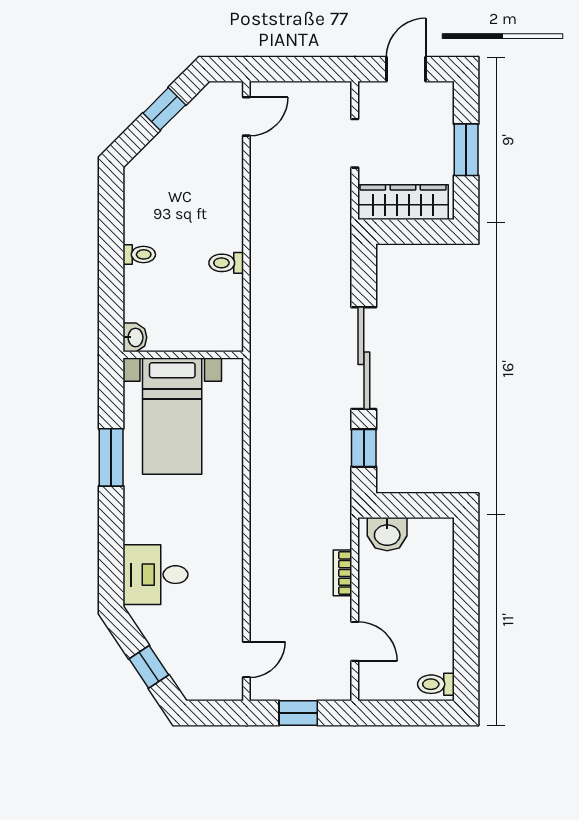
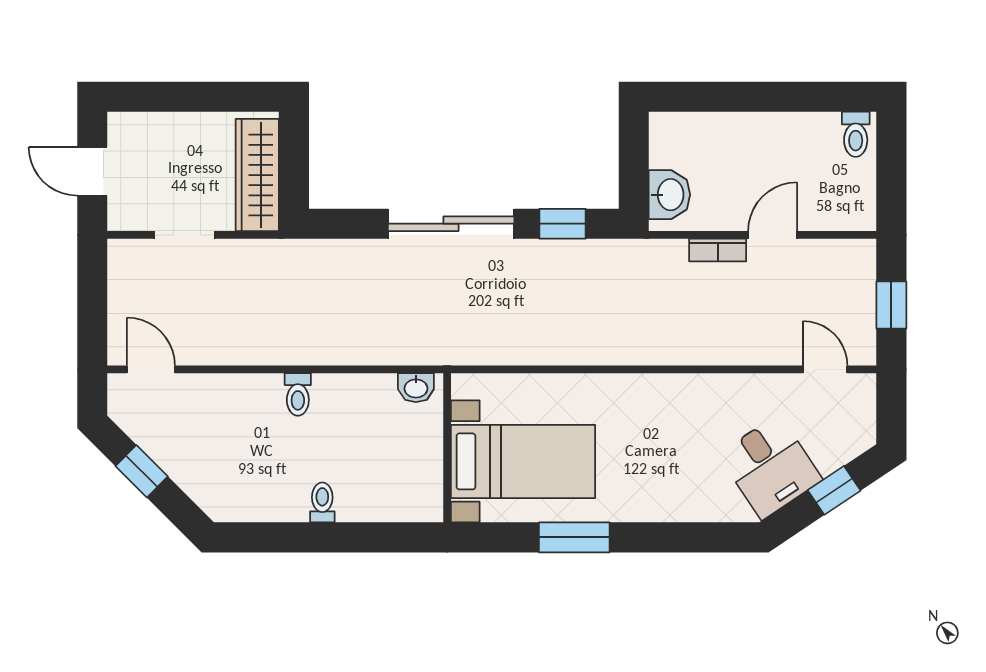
window: (466, 150) -> (192, 97), removed
toilet: (226, 263) -> (298, 394), moved
washbasin: (135, 337) -> (416, 388), moved, turned 180
desk: (155, 575) -> (770, 467), moved, turned -34
door: (355, 641) -> (773, 235), moved

